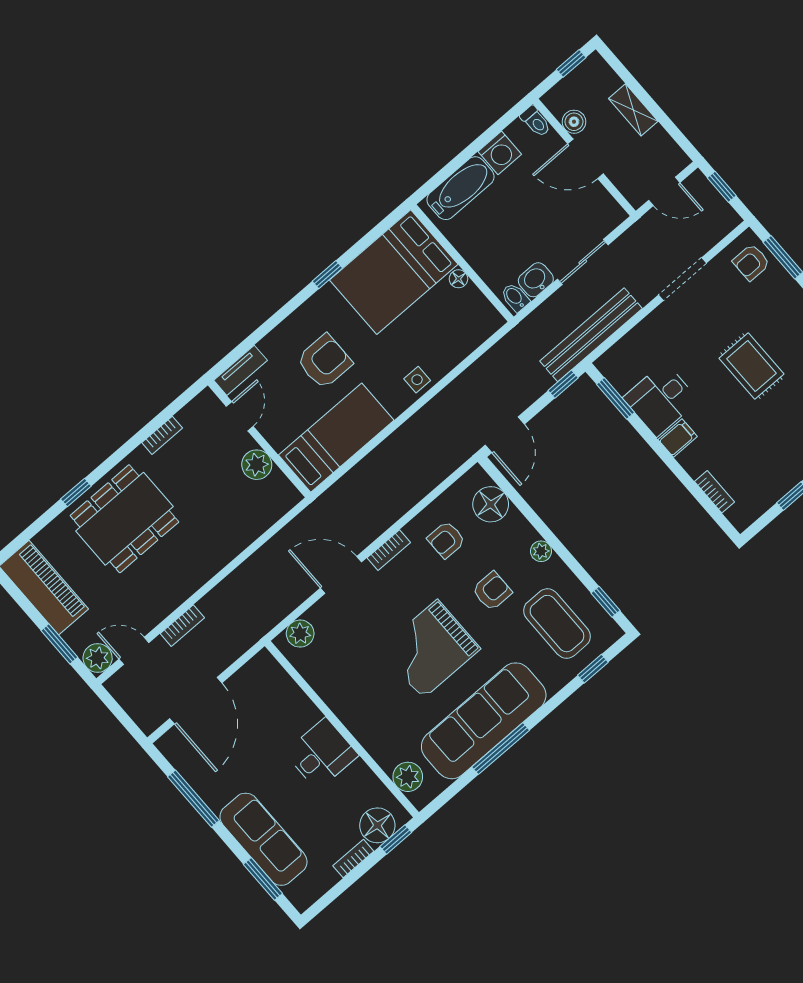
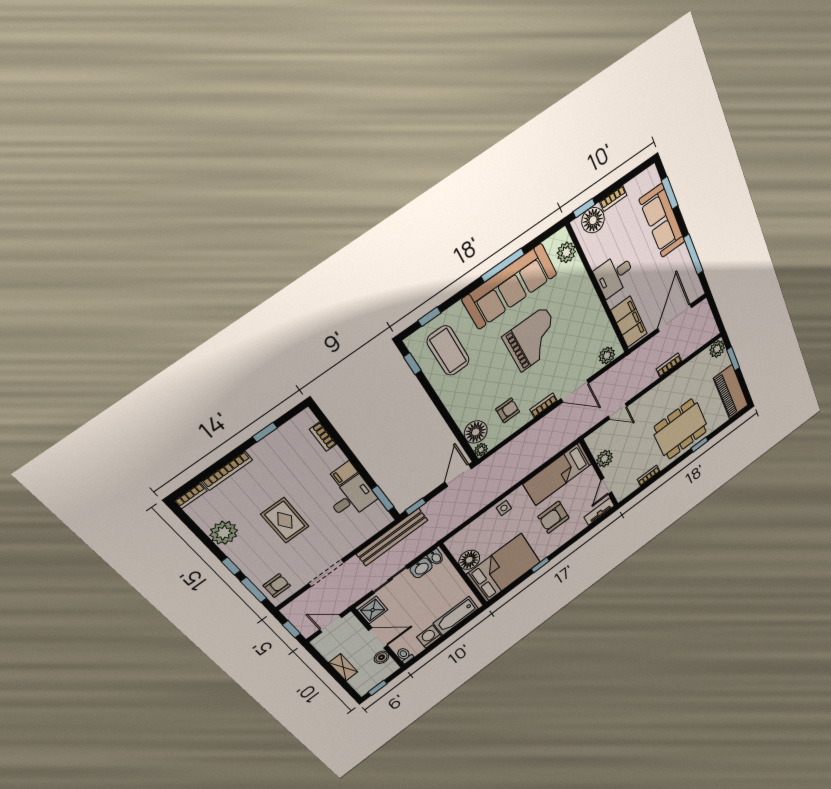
shower: (602, 210) -> (373, 610), added
floor lamp: (458, 279) -> (469, 560), width x1.89, depth x1.89
plant: (541, 551) -> (481, 450), moved
armchair: (492, 591) -> (486, 376), removed
door: (134, 651) -> (617, 411), moved
filing cabinet: (276, 688) -> (629, 322), added

